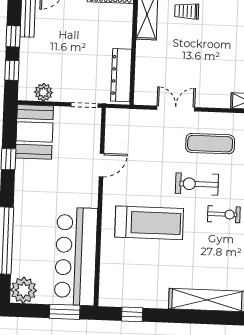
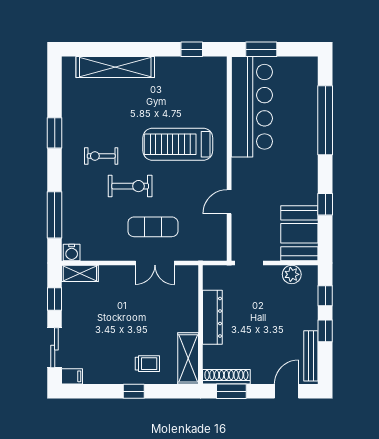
dresser: (121, 75) -> (212, 317), moved
exercise mat: (210, 144) -> (153, 227), moved
plant: (24, 290) -> (304, 70), removed

